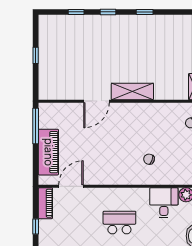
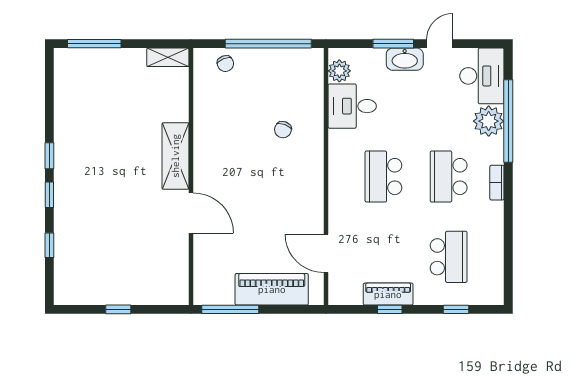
window: (145, 12) -> (49, 156), moved
piano: (45, 203) -> (388, 294), moved

